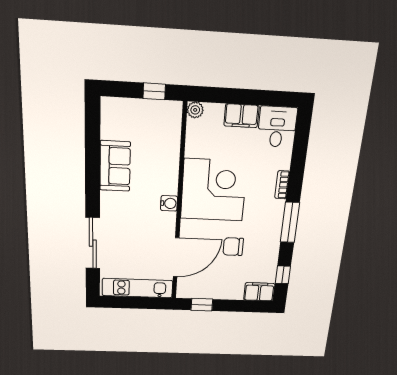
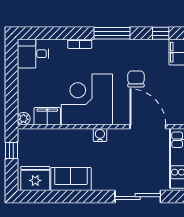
filing cabinet: (242, 116) -> (47, 116), moved, turned -90
fridge: (116, 121) -> (35, 178), added
chair: (233, 247) -> (136, 79), turned 180

